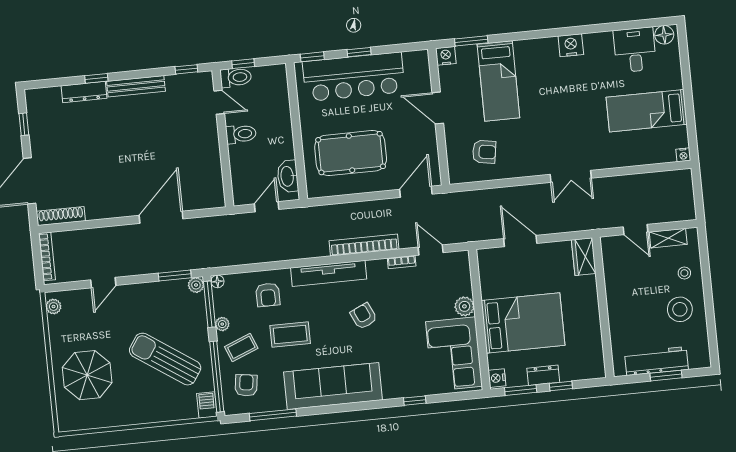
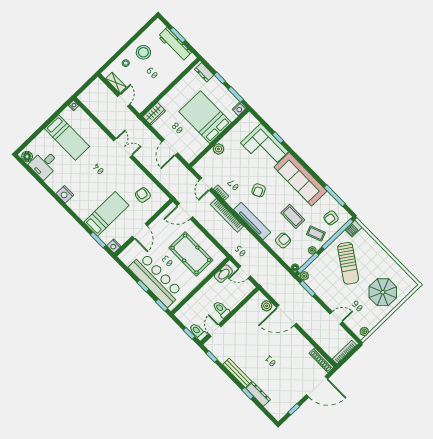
plant: (196, 200) -> (267, 306), added
corner sofa: (454, 354) -> (265, 147), moved, turned 90
dresser: (543, 375) -> (204, 72), moved

